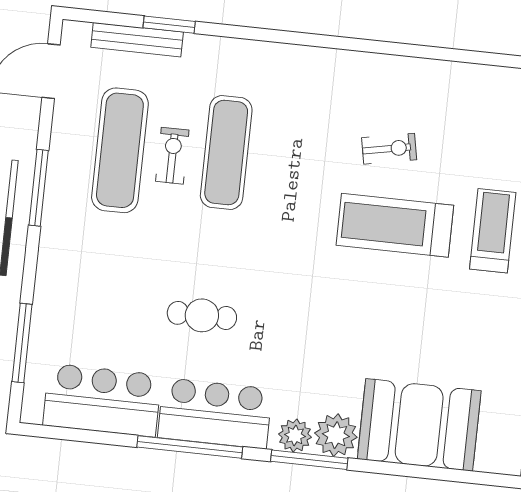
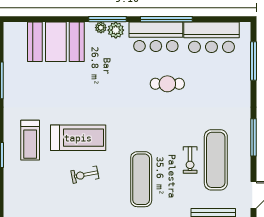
exercise mat: (226, 152) -> (141, 179), moved
plant: (336, 435) -> (101, 28), width x0.53, depth x0.53

